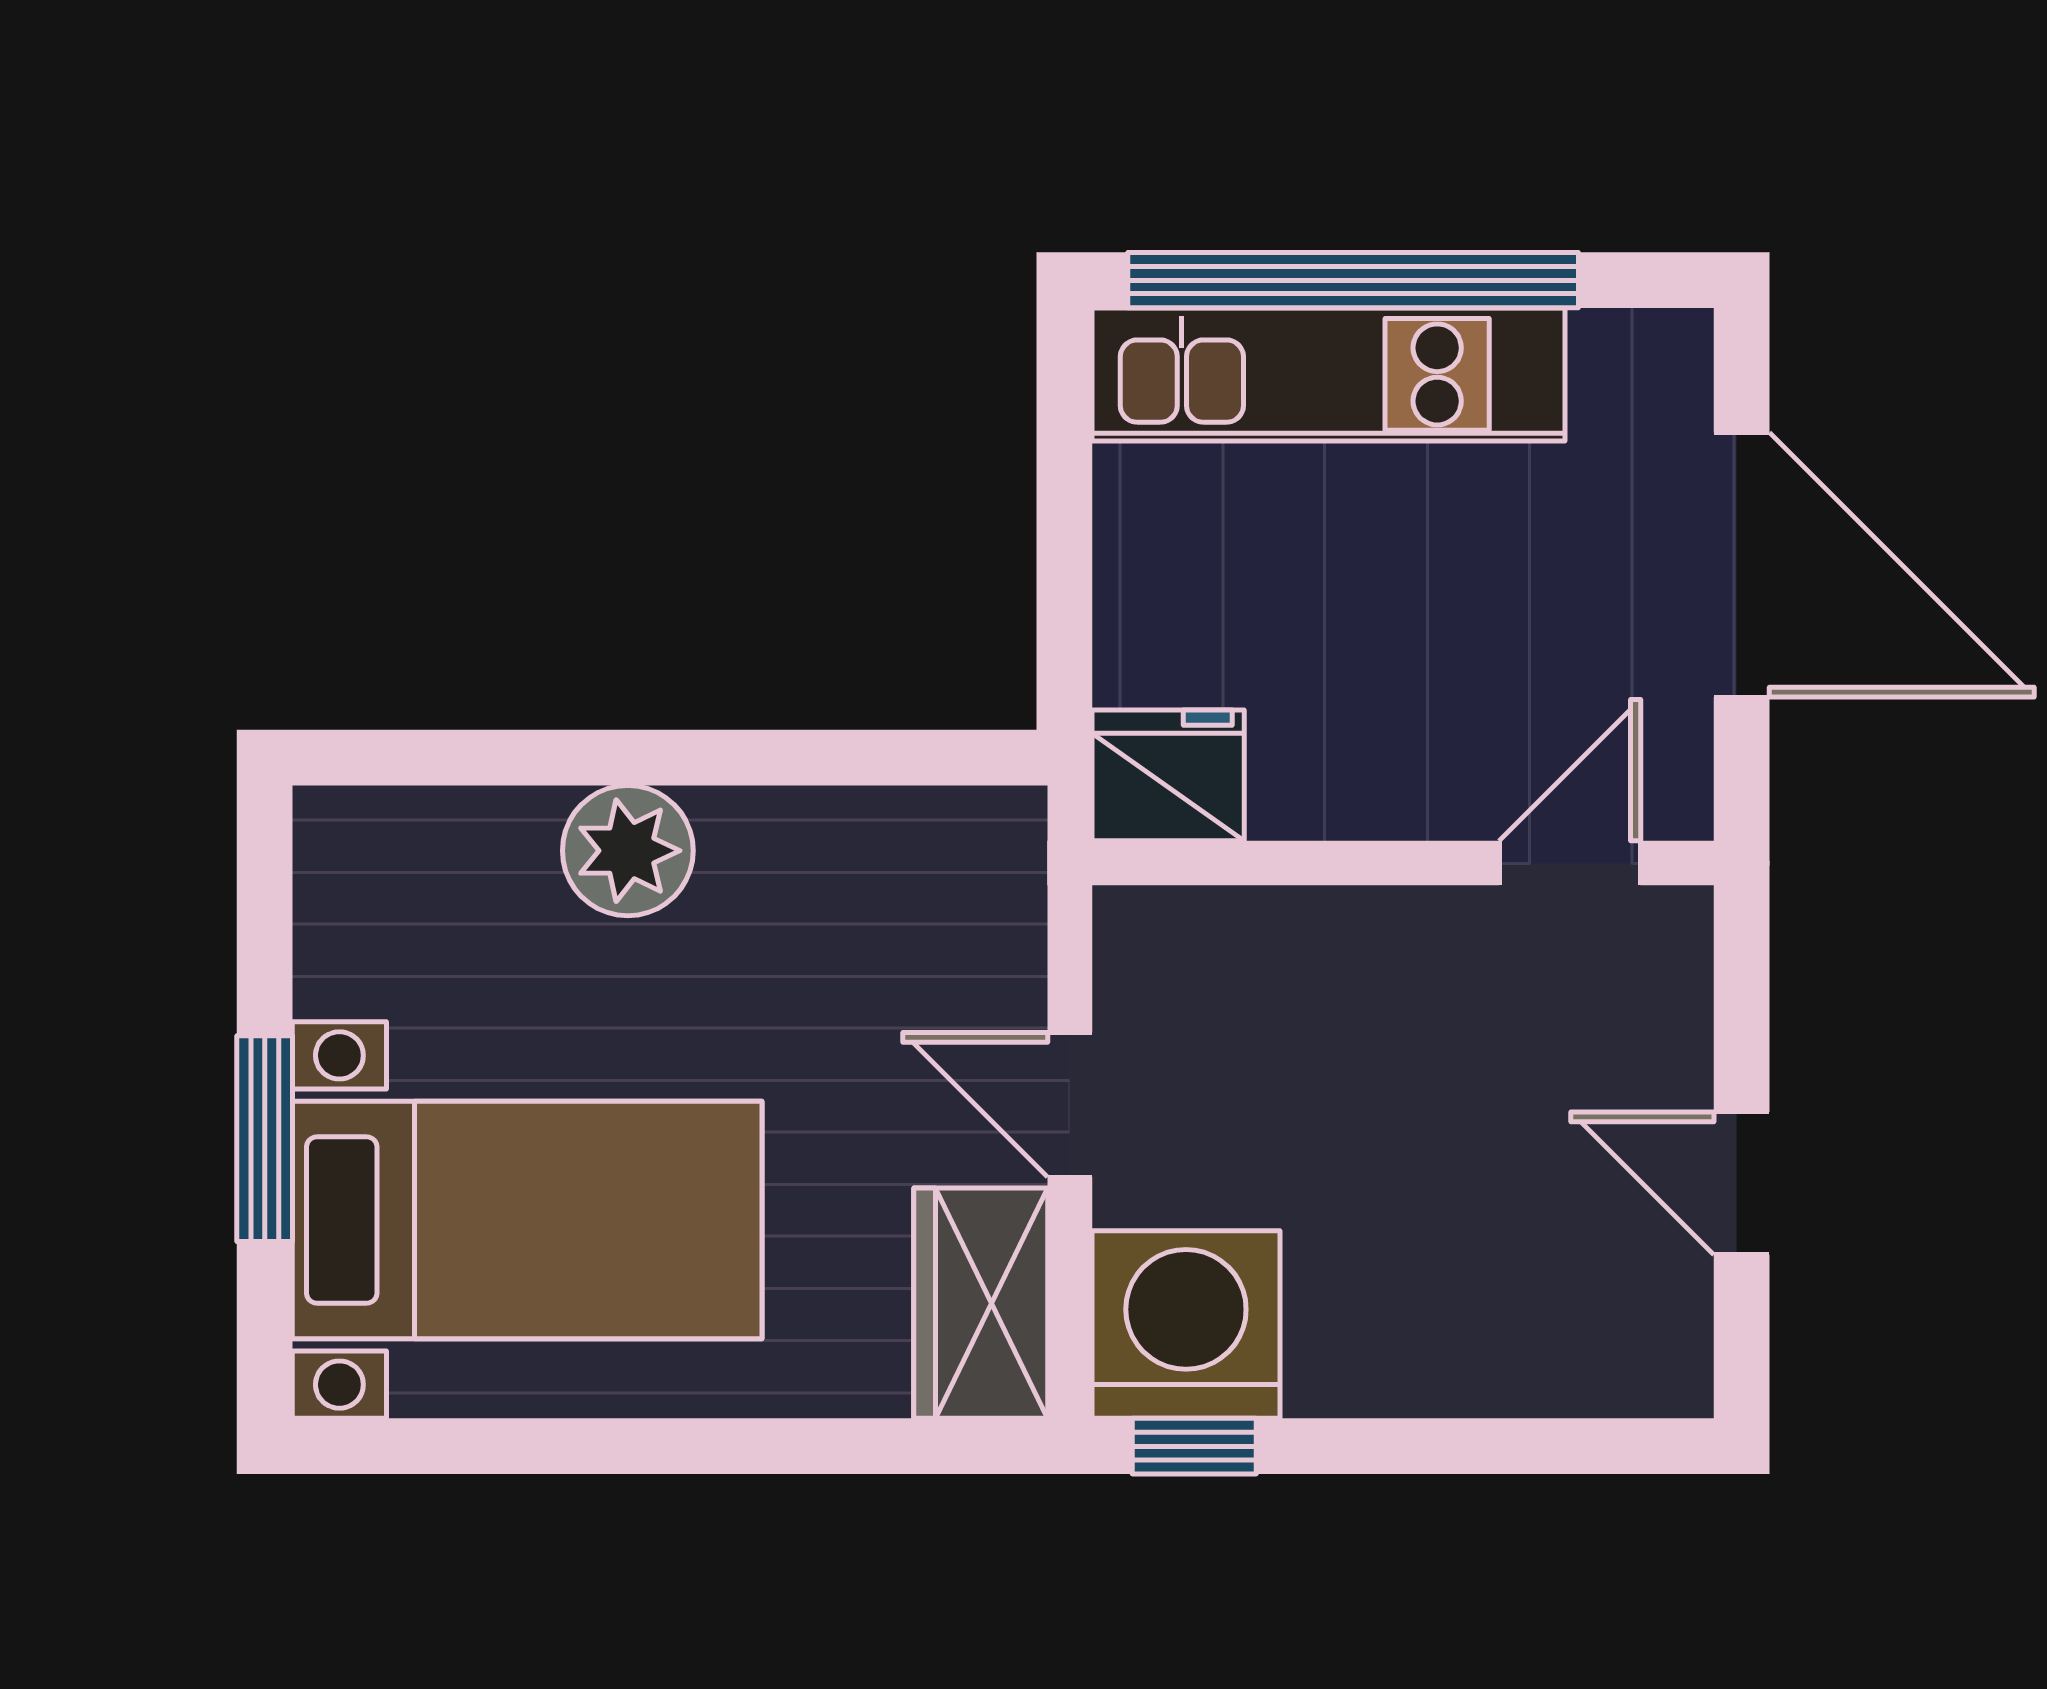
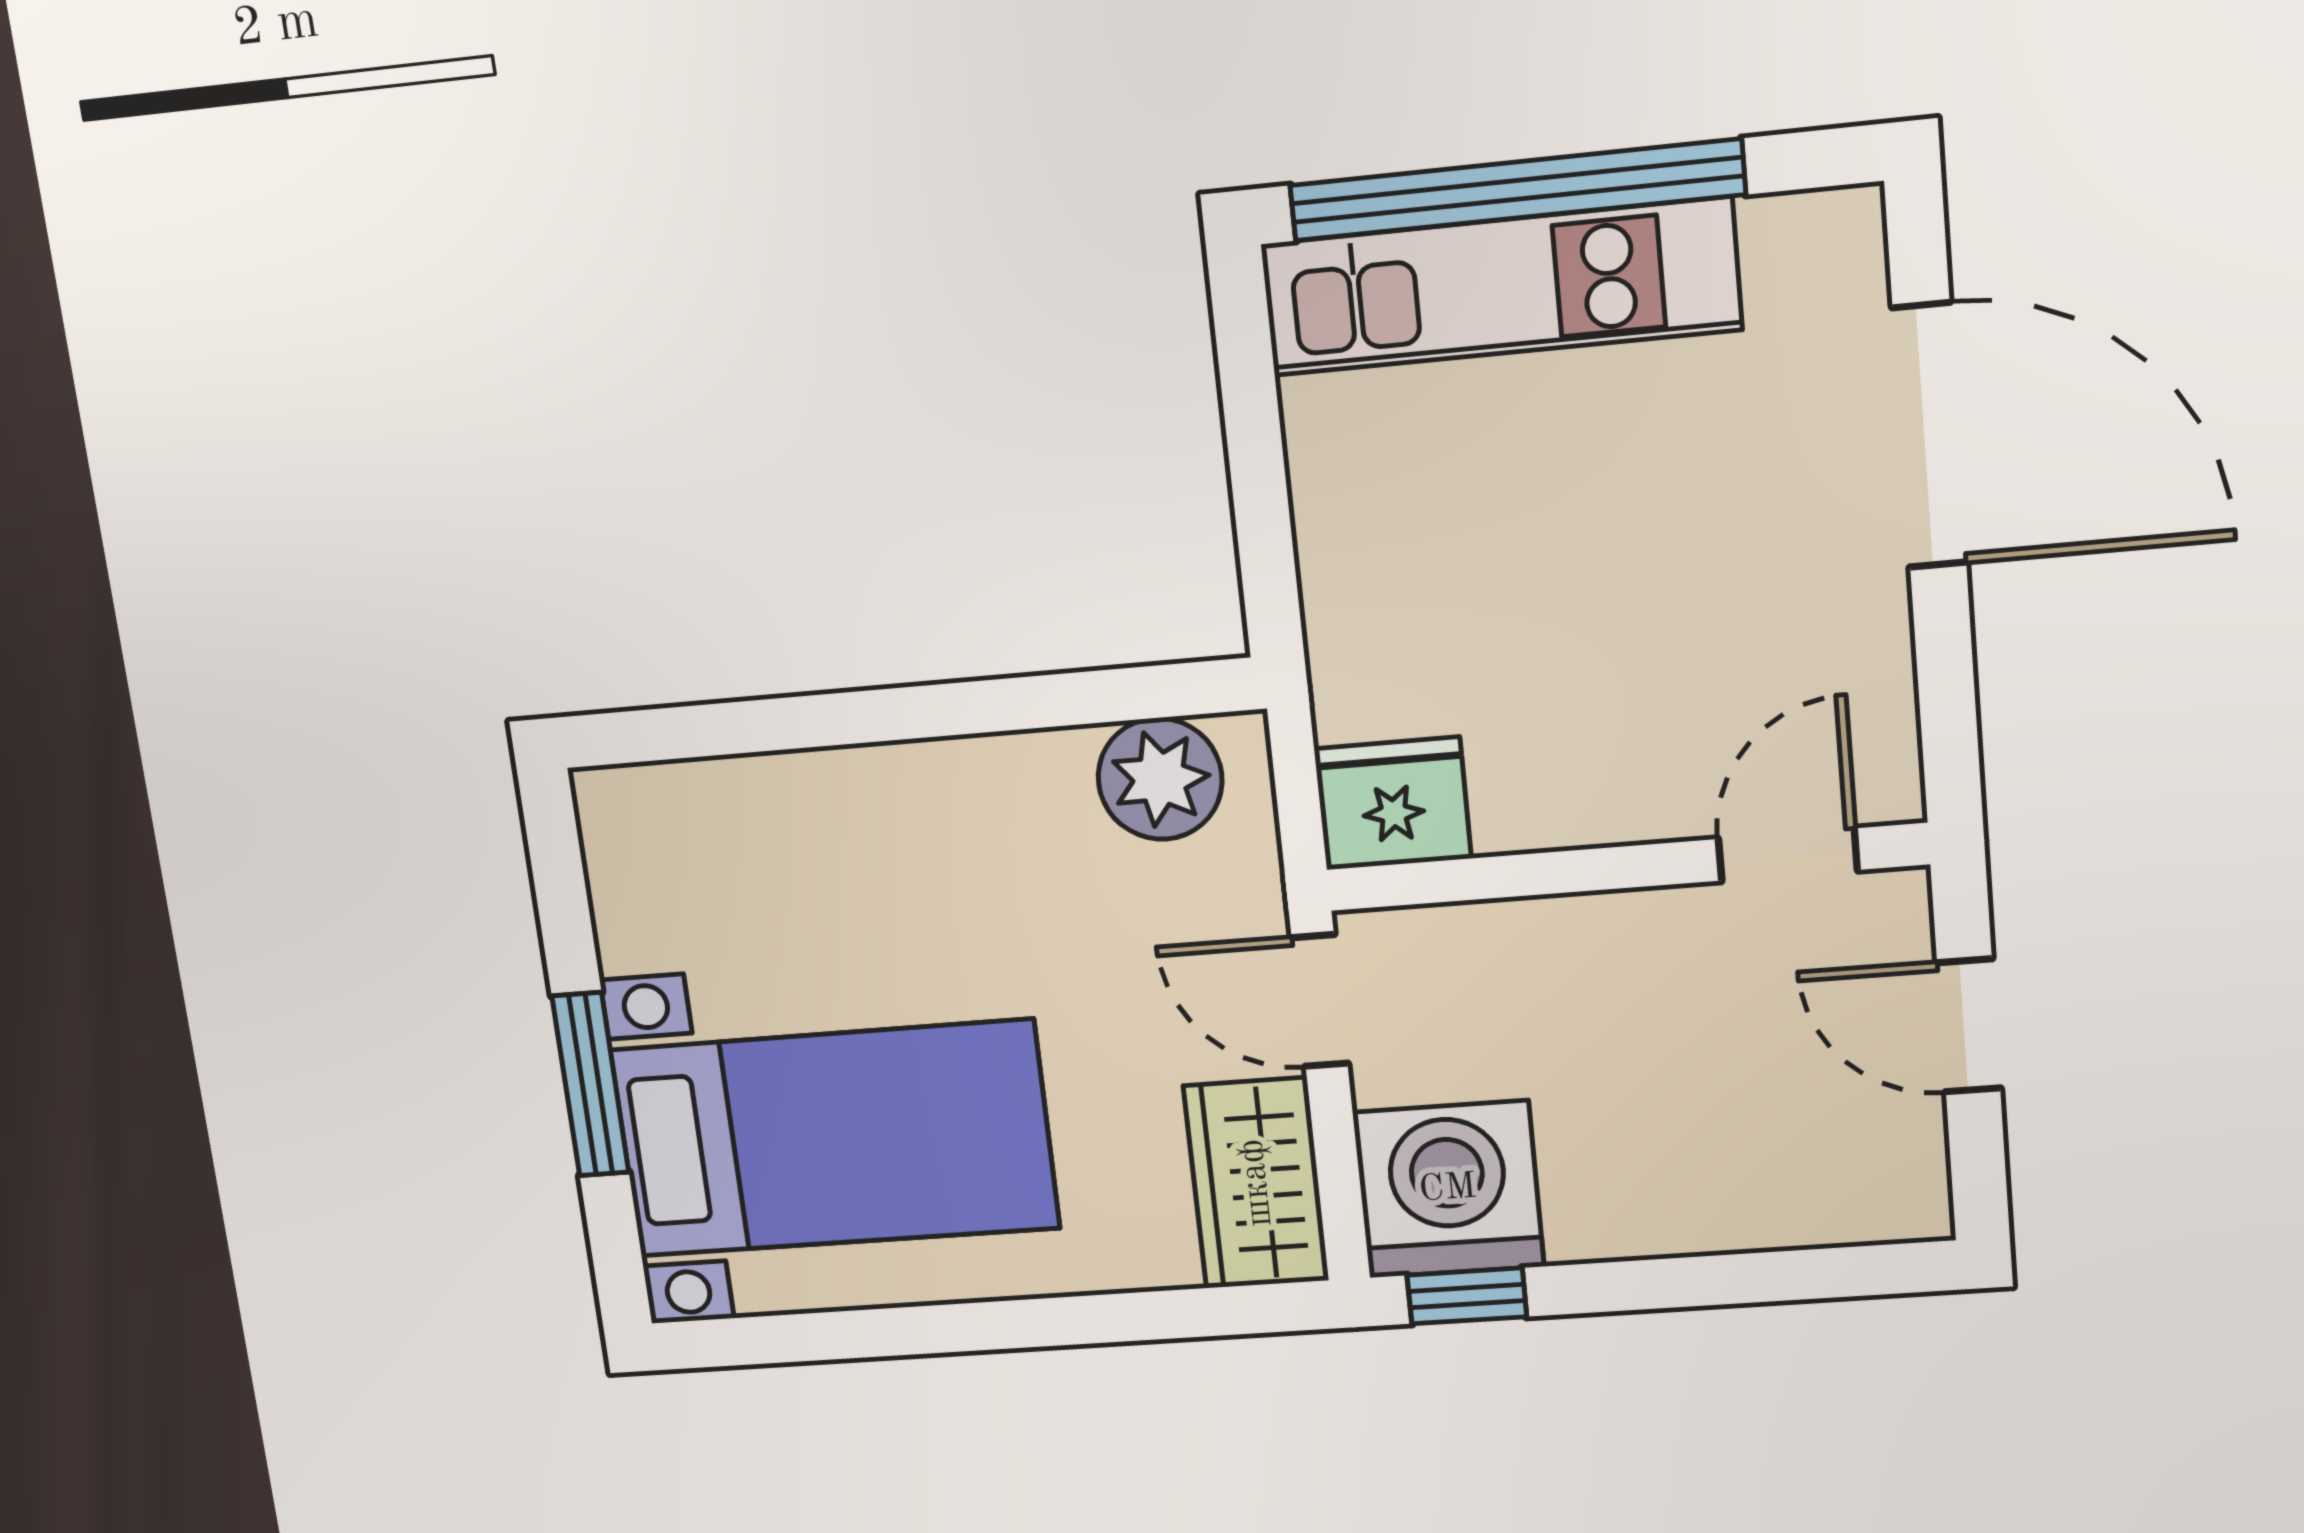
fridge: (1168, 775) -> (1393, 804), moved
plant: (628, 851) -> (1160, 779), moved
wall: (1403, 863) -> (1626, 867), moved
door: (1570, 863) -> (1788, 854), moved

